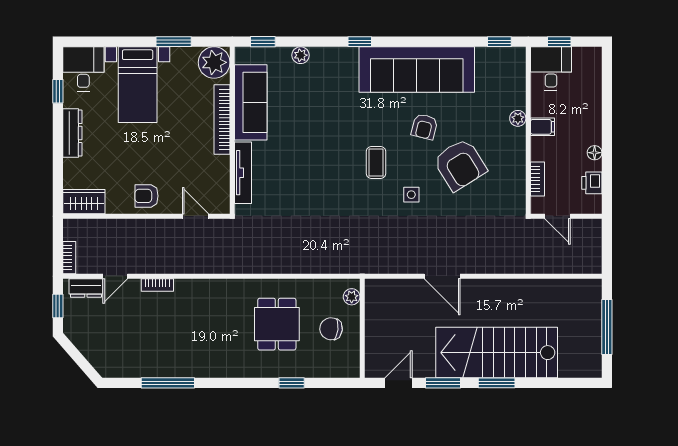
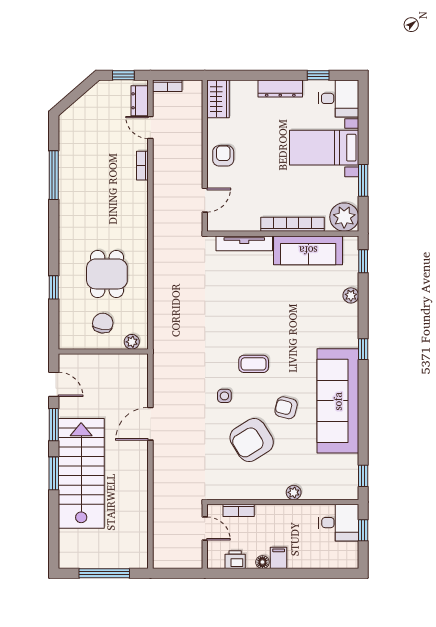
filing cabinet: (543, 127) -> (279, 558), moved, turned 180
door: (558, 216) -> (205, 529), swing flipped
dining table: (277, 324) -> (107, 274), turned 90

